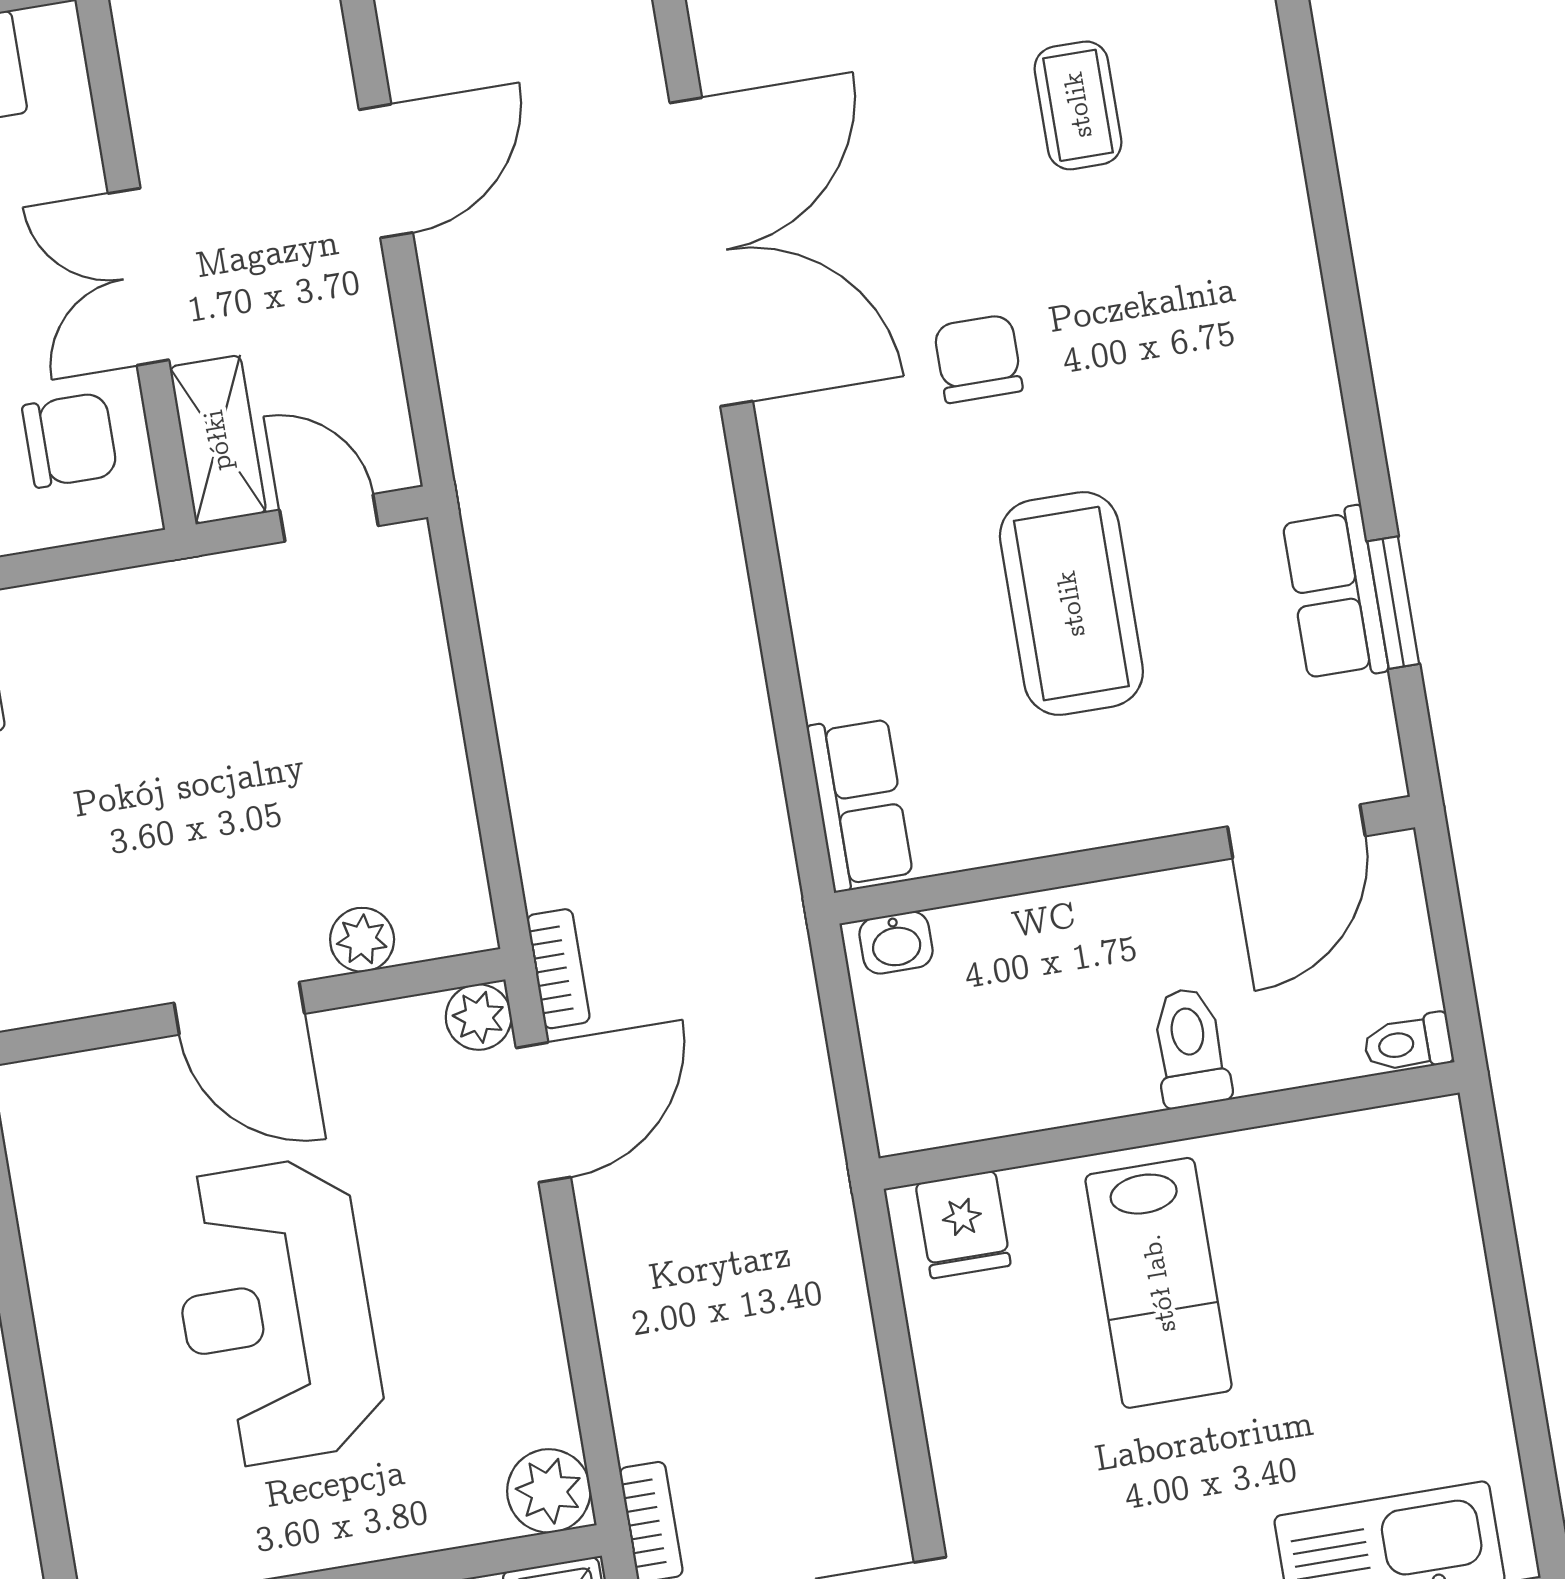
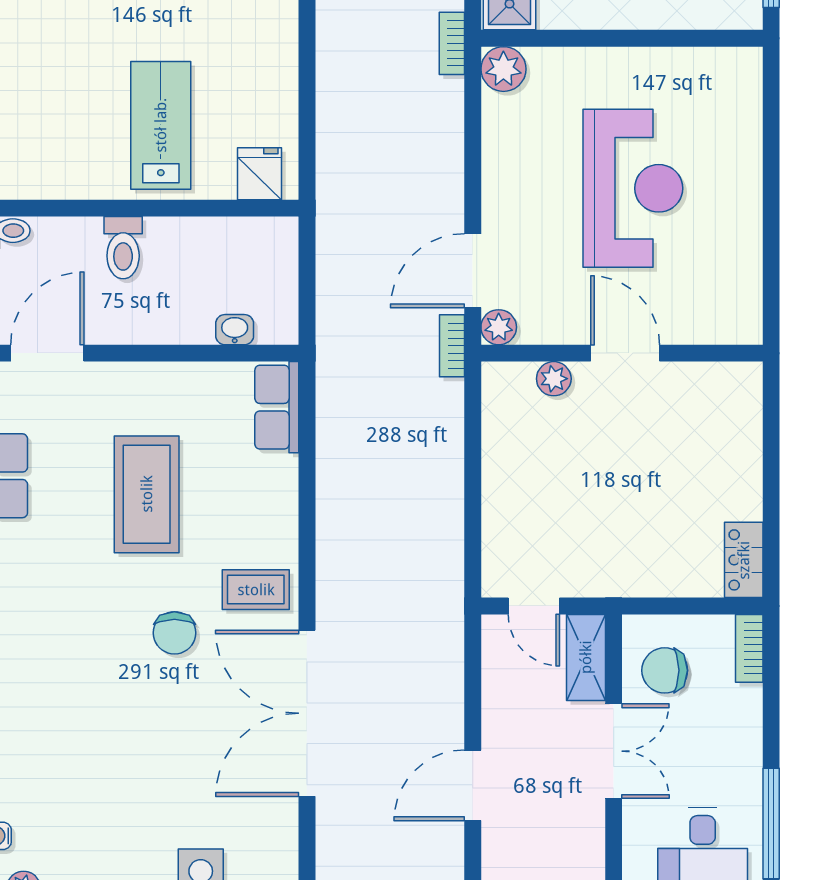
coffee table: (1078, 105) -> (256, 590), moved, turned 90
washbasin: (896, 943) -> (235, 330), moved

